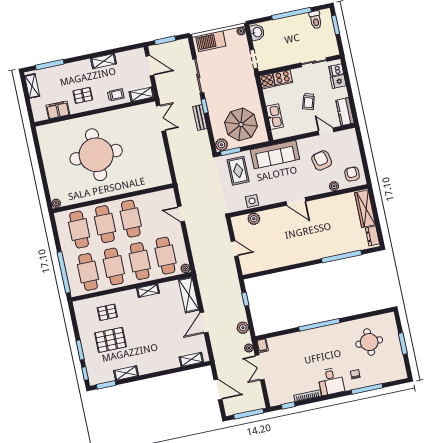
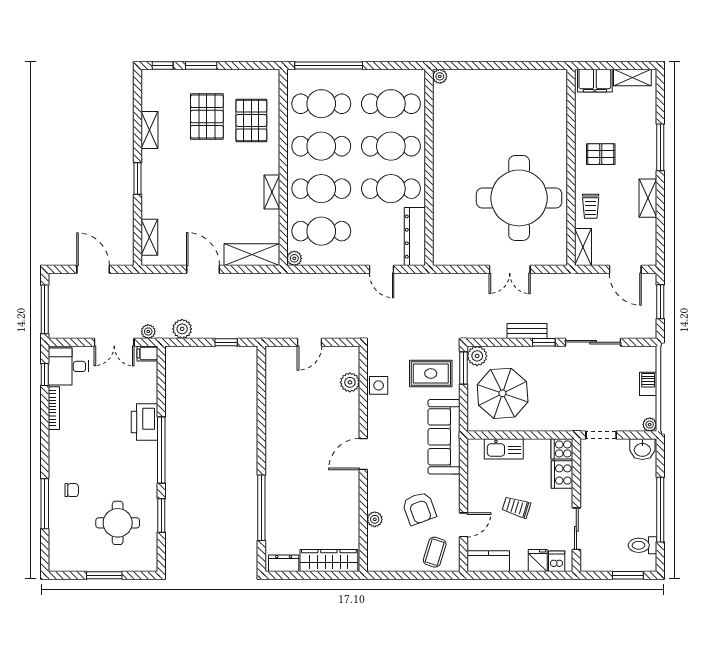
barbecue: (211, 41) -> (648, 384), width x0.53, depth x0.65
window: (50, 65) -> (660, 147), moved
door: (150, 66) -> (625, 269), hinge flipped
pallet: (83, 95) -> (601, 154), turned 90
filing cabinet: (58, 110) -> (595, 81), moved, turned 90
double door: (161, 118) -> (510, 269), moved
coffee table: (346, 145) -> (435, 552), added
round table: (96, 155) -> (519, 198), moved
armchair: (322, 160) -> (419, 508), turned 83
armchair: (352, 174) -> (388, 552), removed
dresser: (157, 198) -> (415, 237), added
door: (181, 214) -> (382, 269), swing flipped
pallet: (107, 312) -> (251, 121), width x1.50, depth x1.42
window: (359, 317) -> (161, 516), added
printer: (304, 339) -> (144, 422), added
double door: (260, 367) -> (114, 342), swing flipped
desk: (331, 381) -> (69, 366), moved
window: (106, 385) -> (138, 179), moved
door: (218, 389) -> (93, 269), swing flipped

